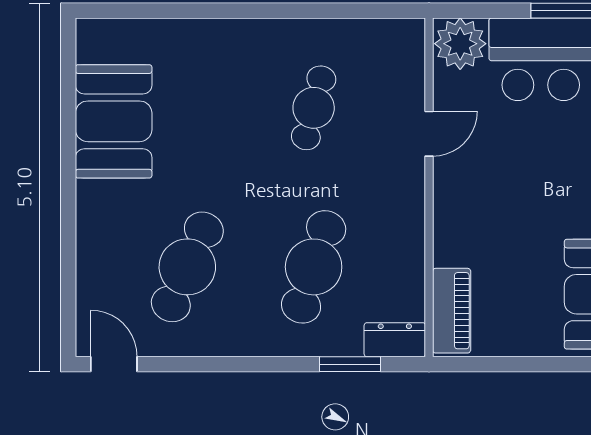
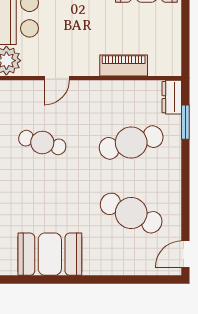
door: (429, 134) -> (57, 78), swing flipped
cafe table: (314, 267) -> (131, 142), turned -33
piano: (452, 311) -> (124, 65), moved

